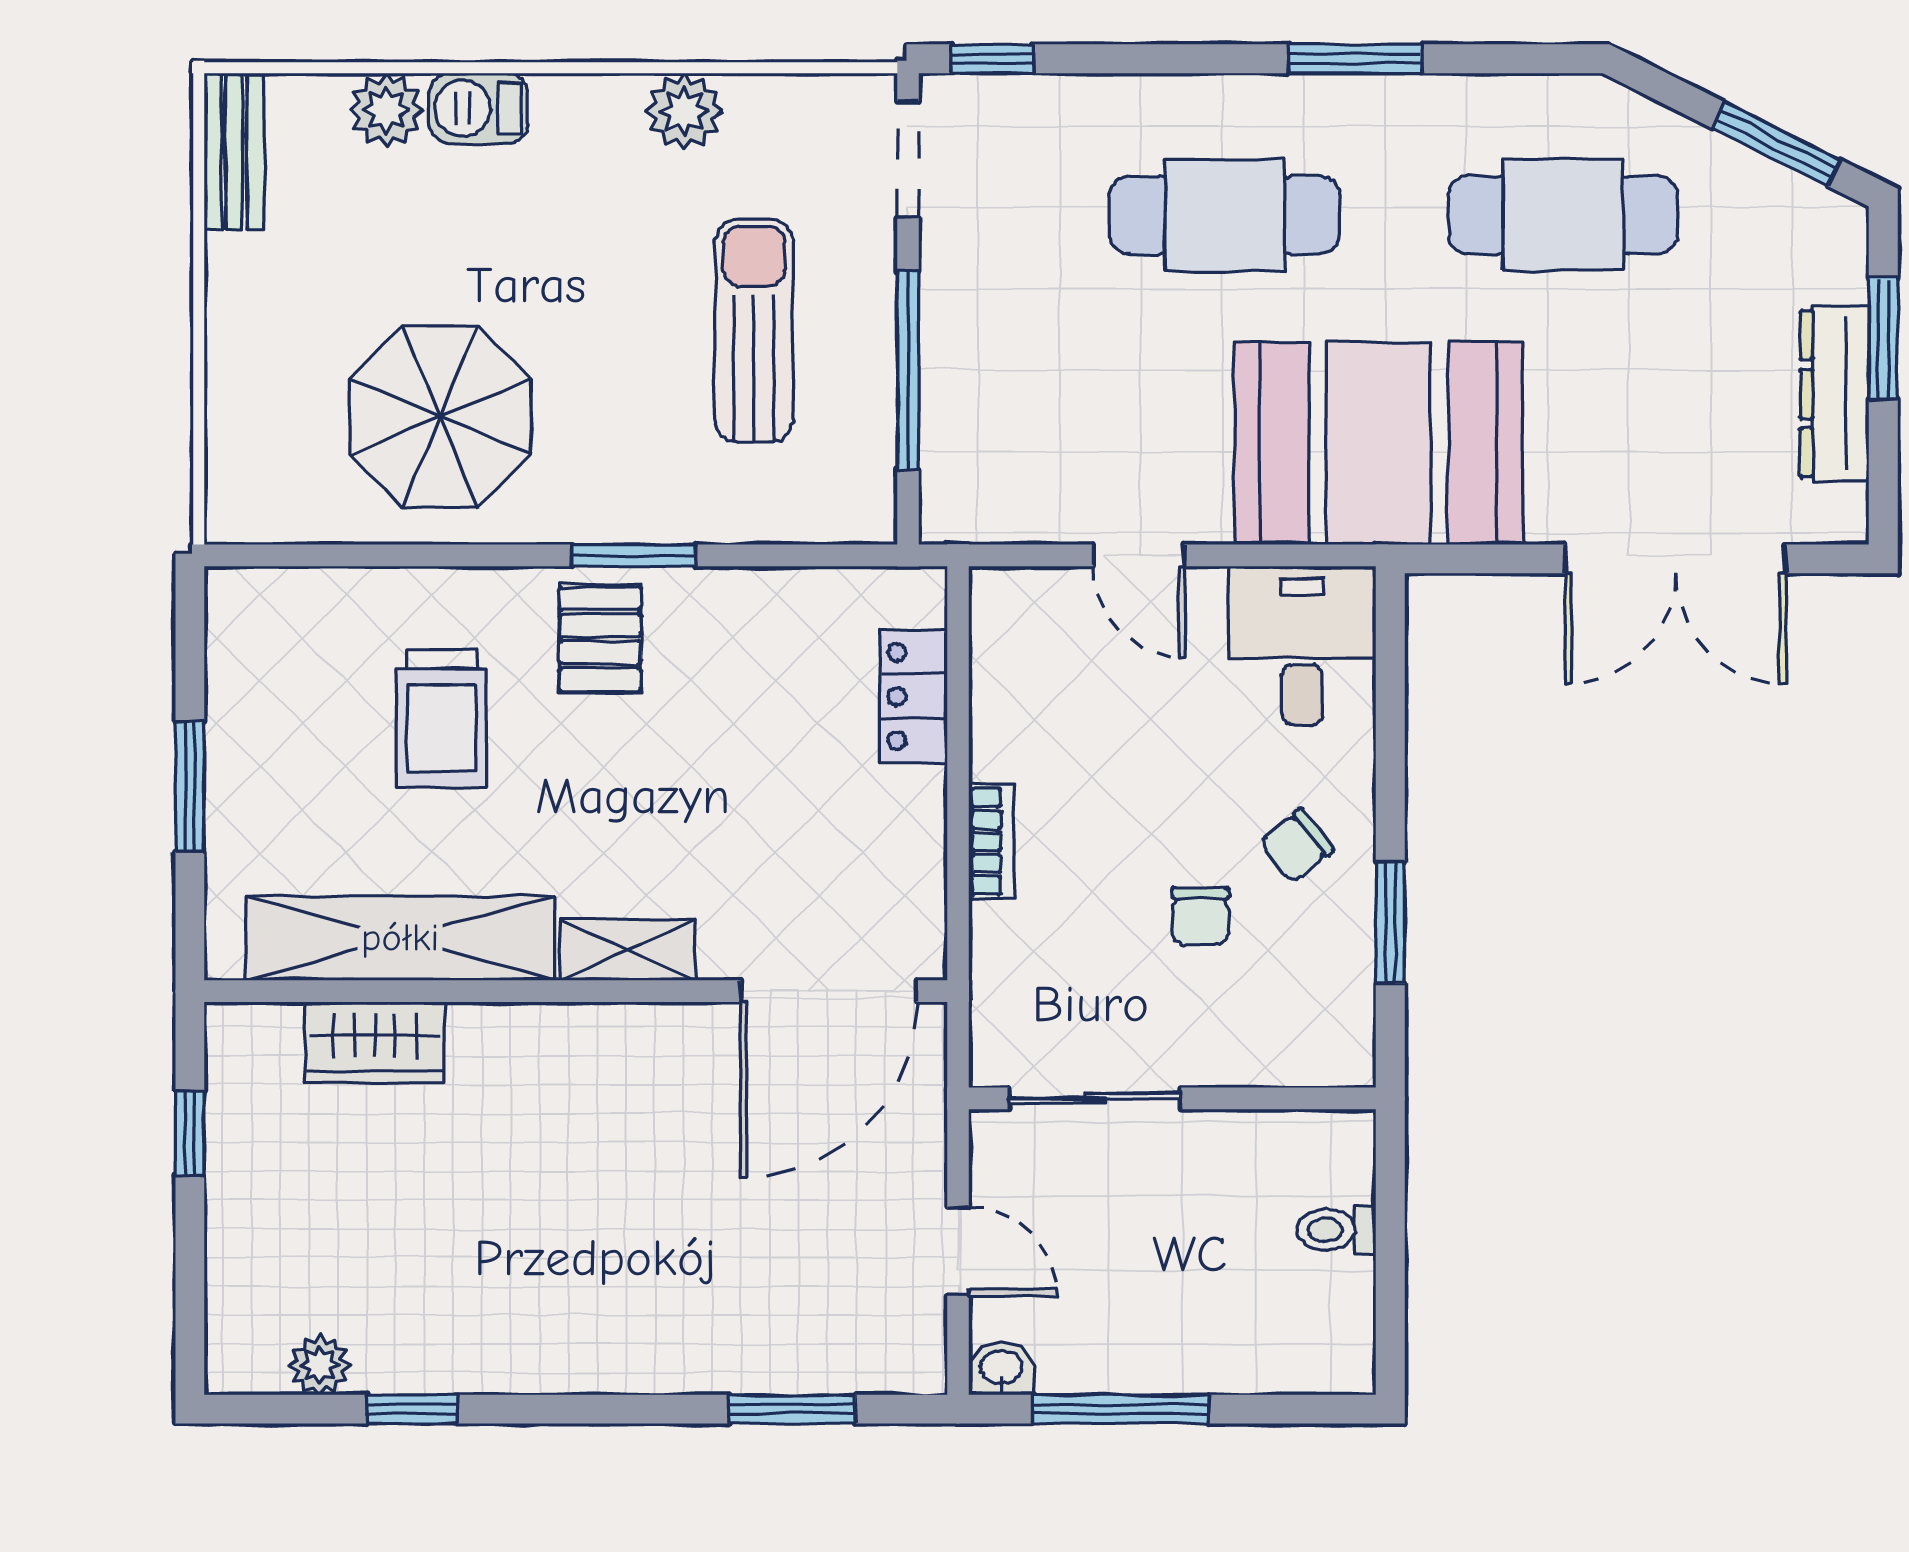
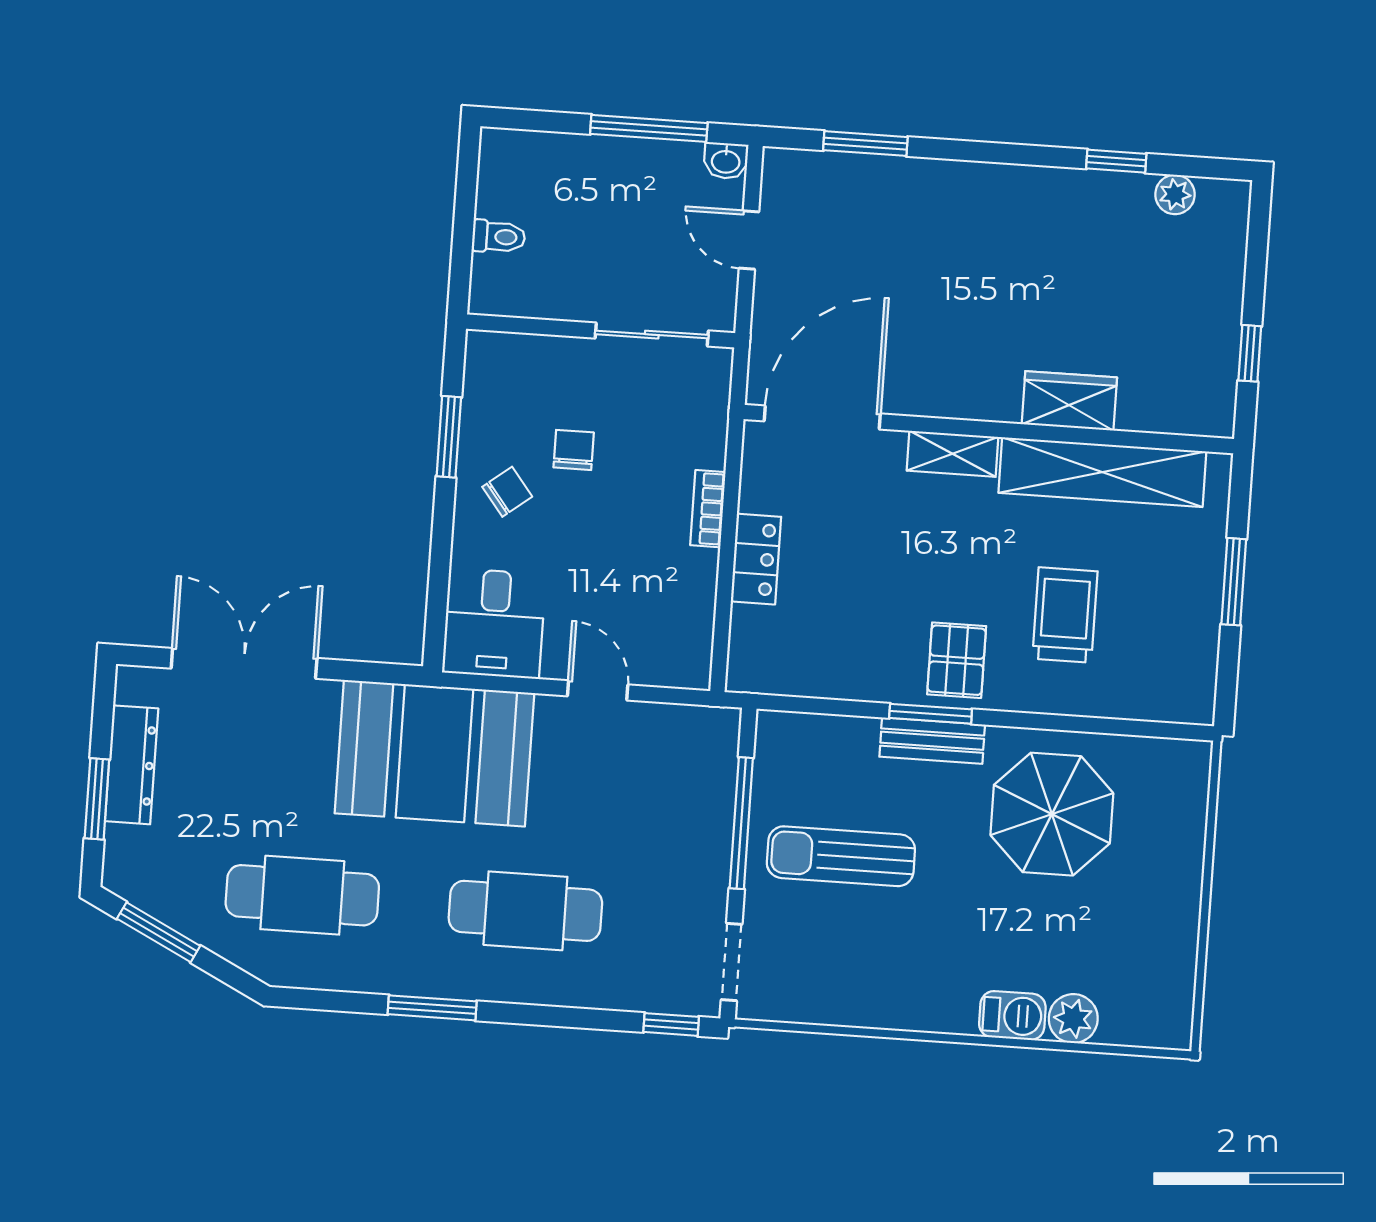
plant: (684, 111) -> (877, 1004), removed
bench: (234, 151) -> (932, 741), moved, turned 90
sun lounger: (754, 331) -> (841, 856), turned 90
locker: (914, 696) -> (756, 559), moved
wardrobe: (375, 1042) -> (1069, 401), moved

